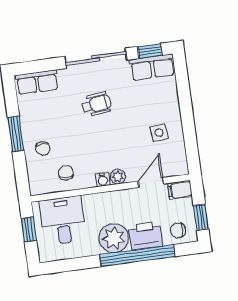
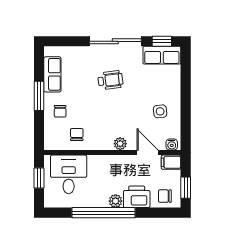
row of seats: (37, 82) -> (52, 74), moved, turned -90
water cooler: (103, 180) -> (172, 144), moved
door: (151, 182) -> (147, 153), hinge flipped
plant: (114, 238) -> (116, 201), width x0.53, depth x0.53
window: (137, 256) -> (104, 213), moved

